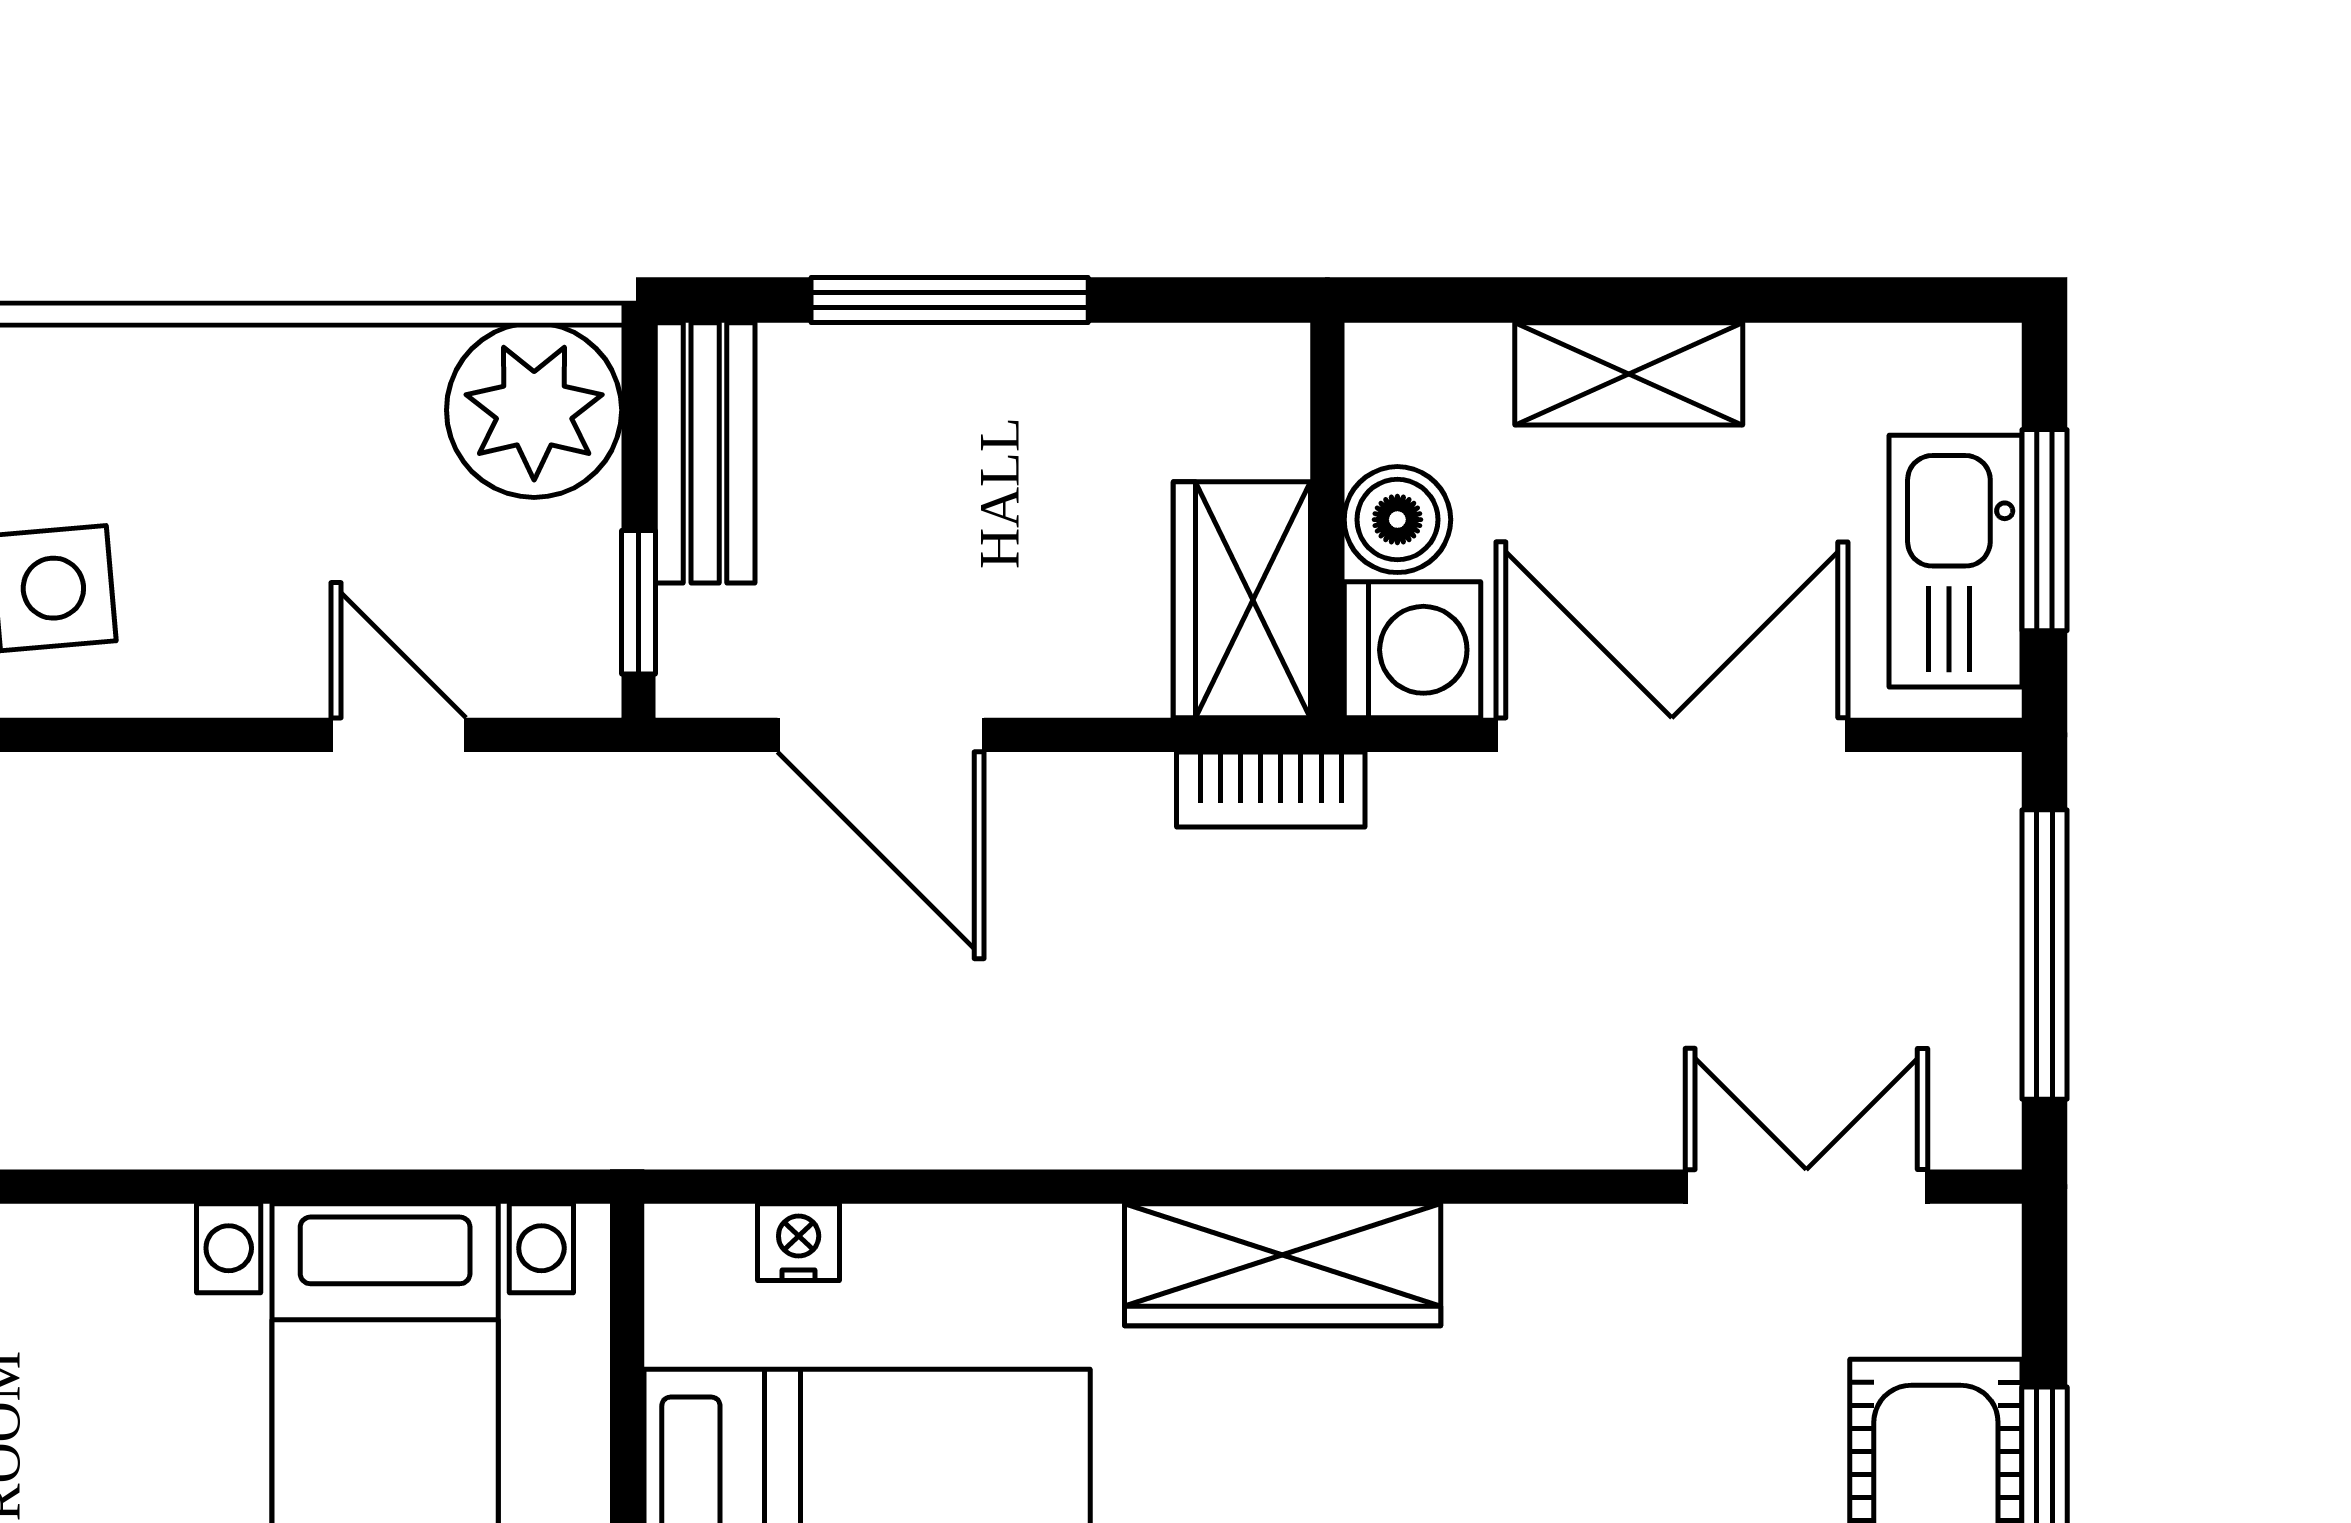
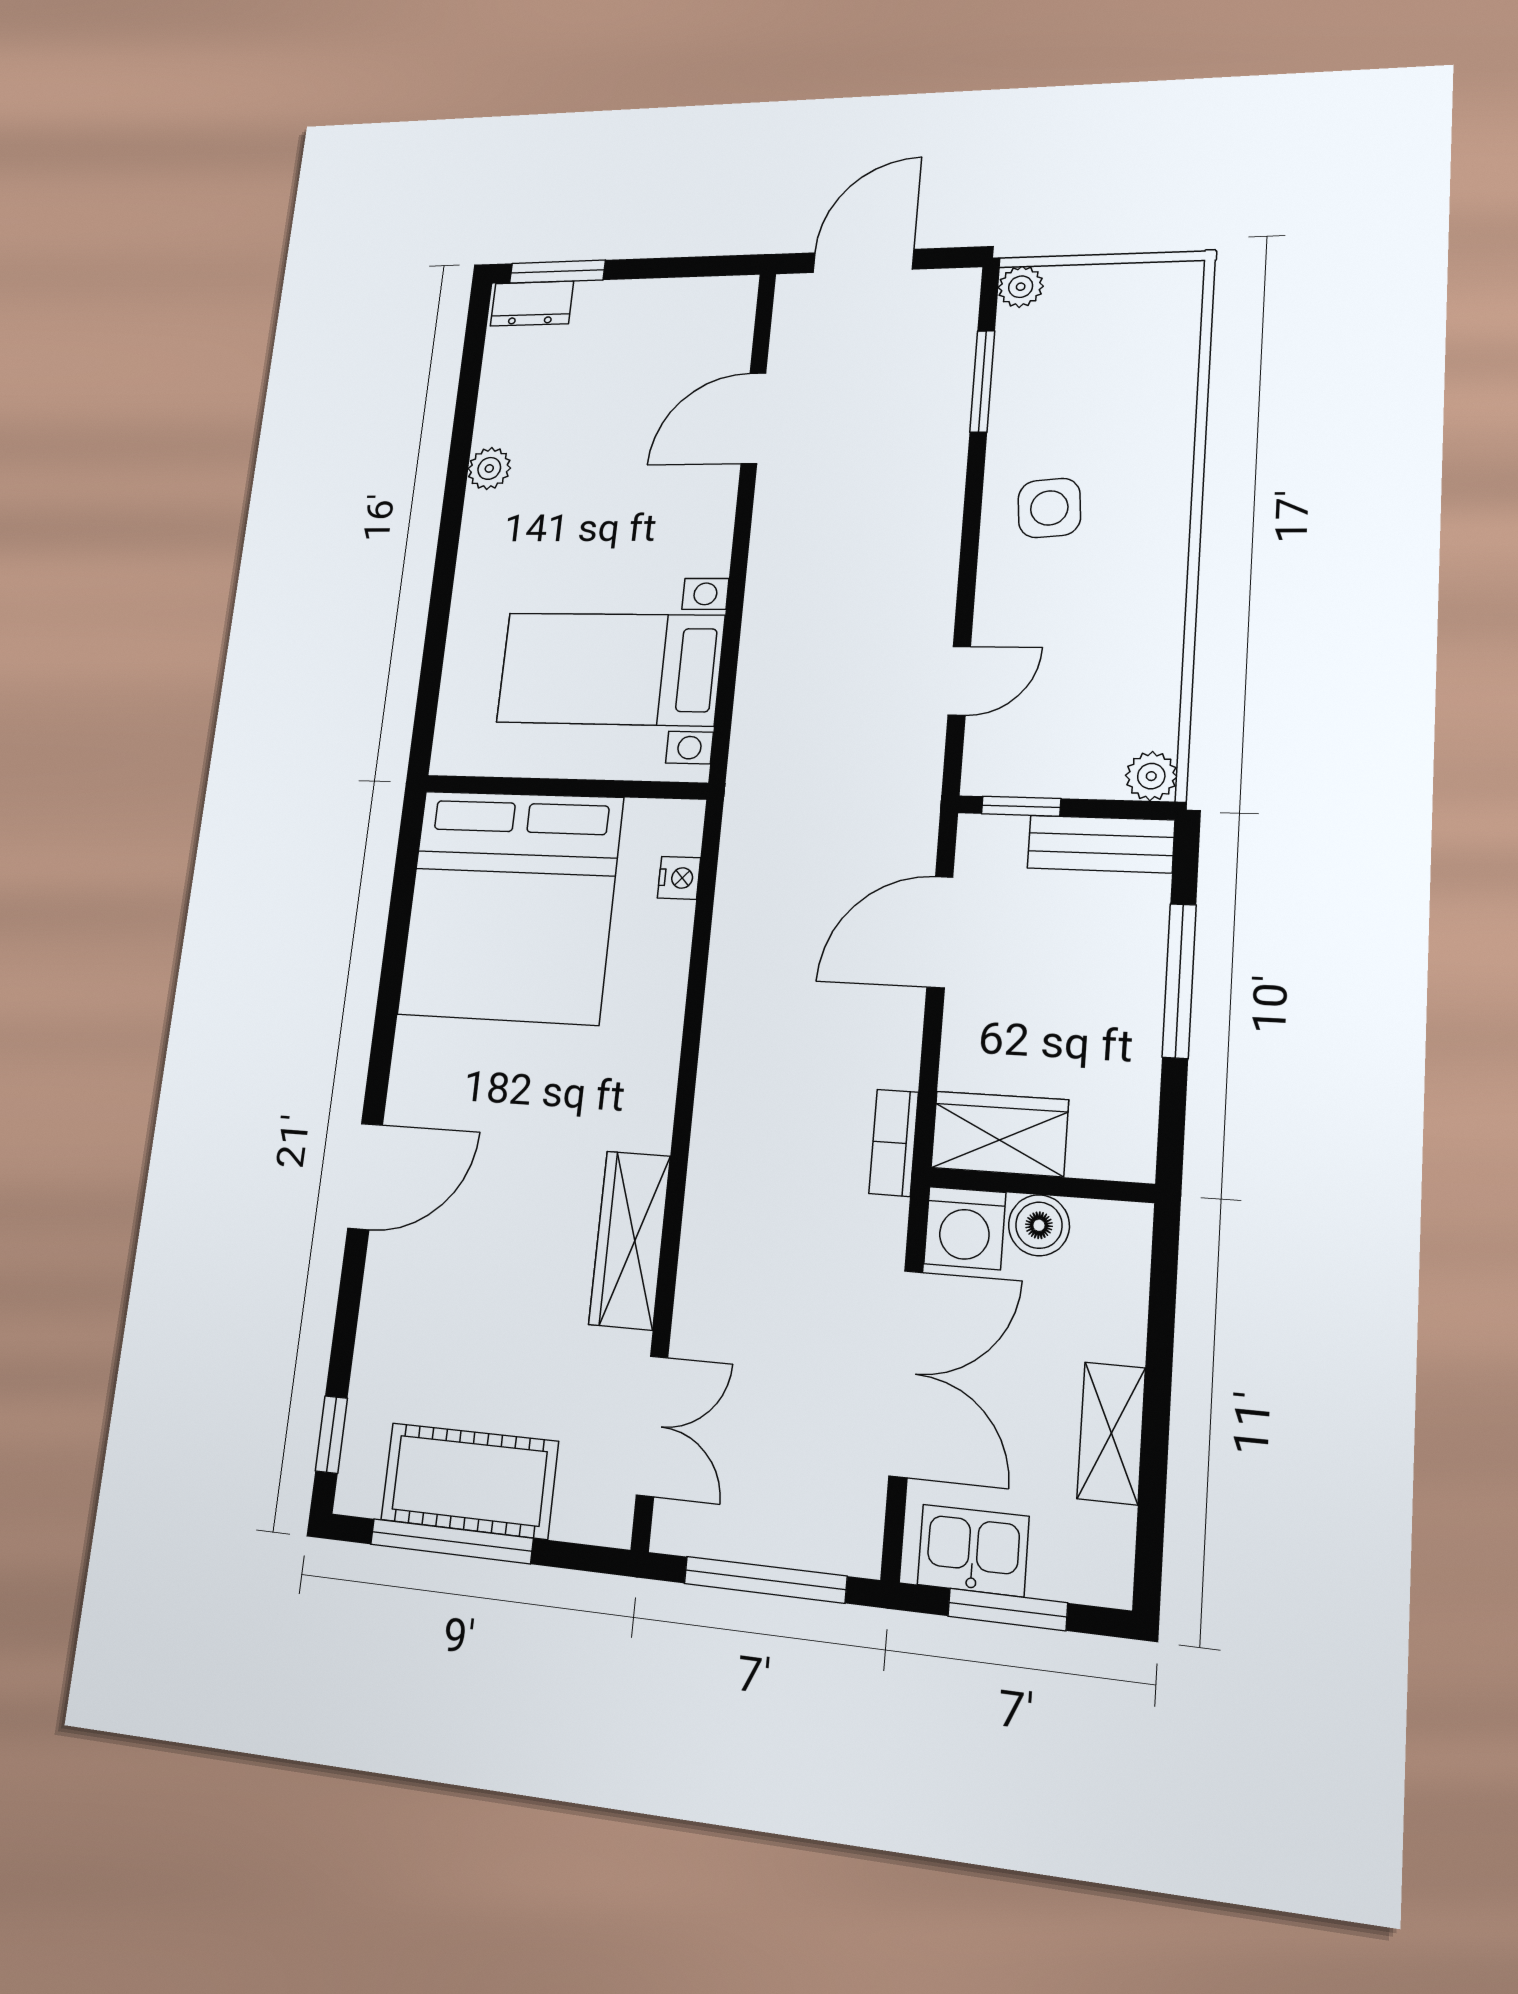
shelving: (1629, 374) -> (1111, 1433), moved
plant: (534, 410) -> (1151, 776), width x0.53, depth x0.53
kitchen sink: (1956, 561) -> (973, 1550), width x0.73
wardrobe: (1283, 1265) -> (630, 1240), moved

